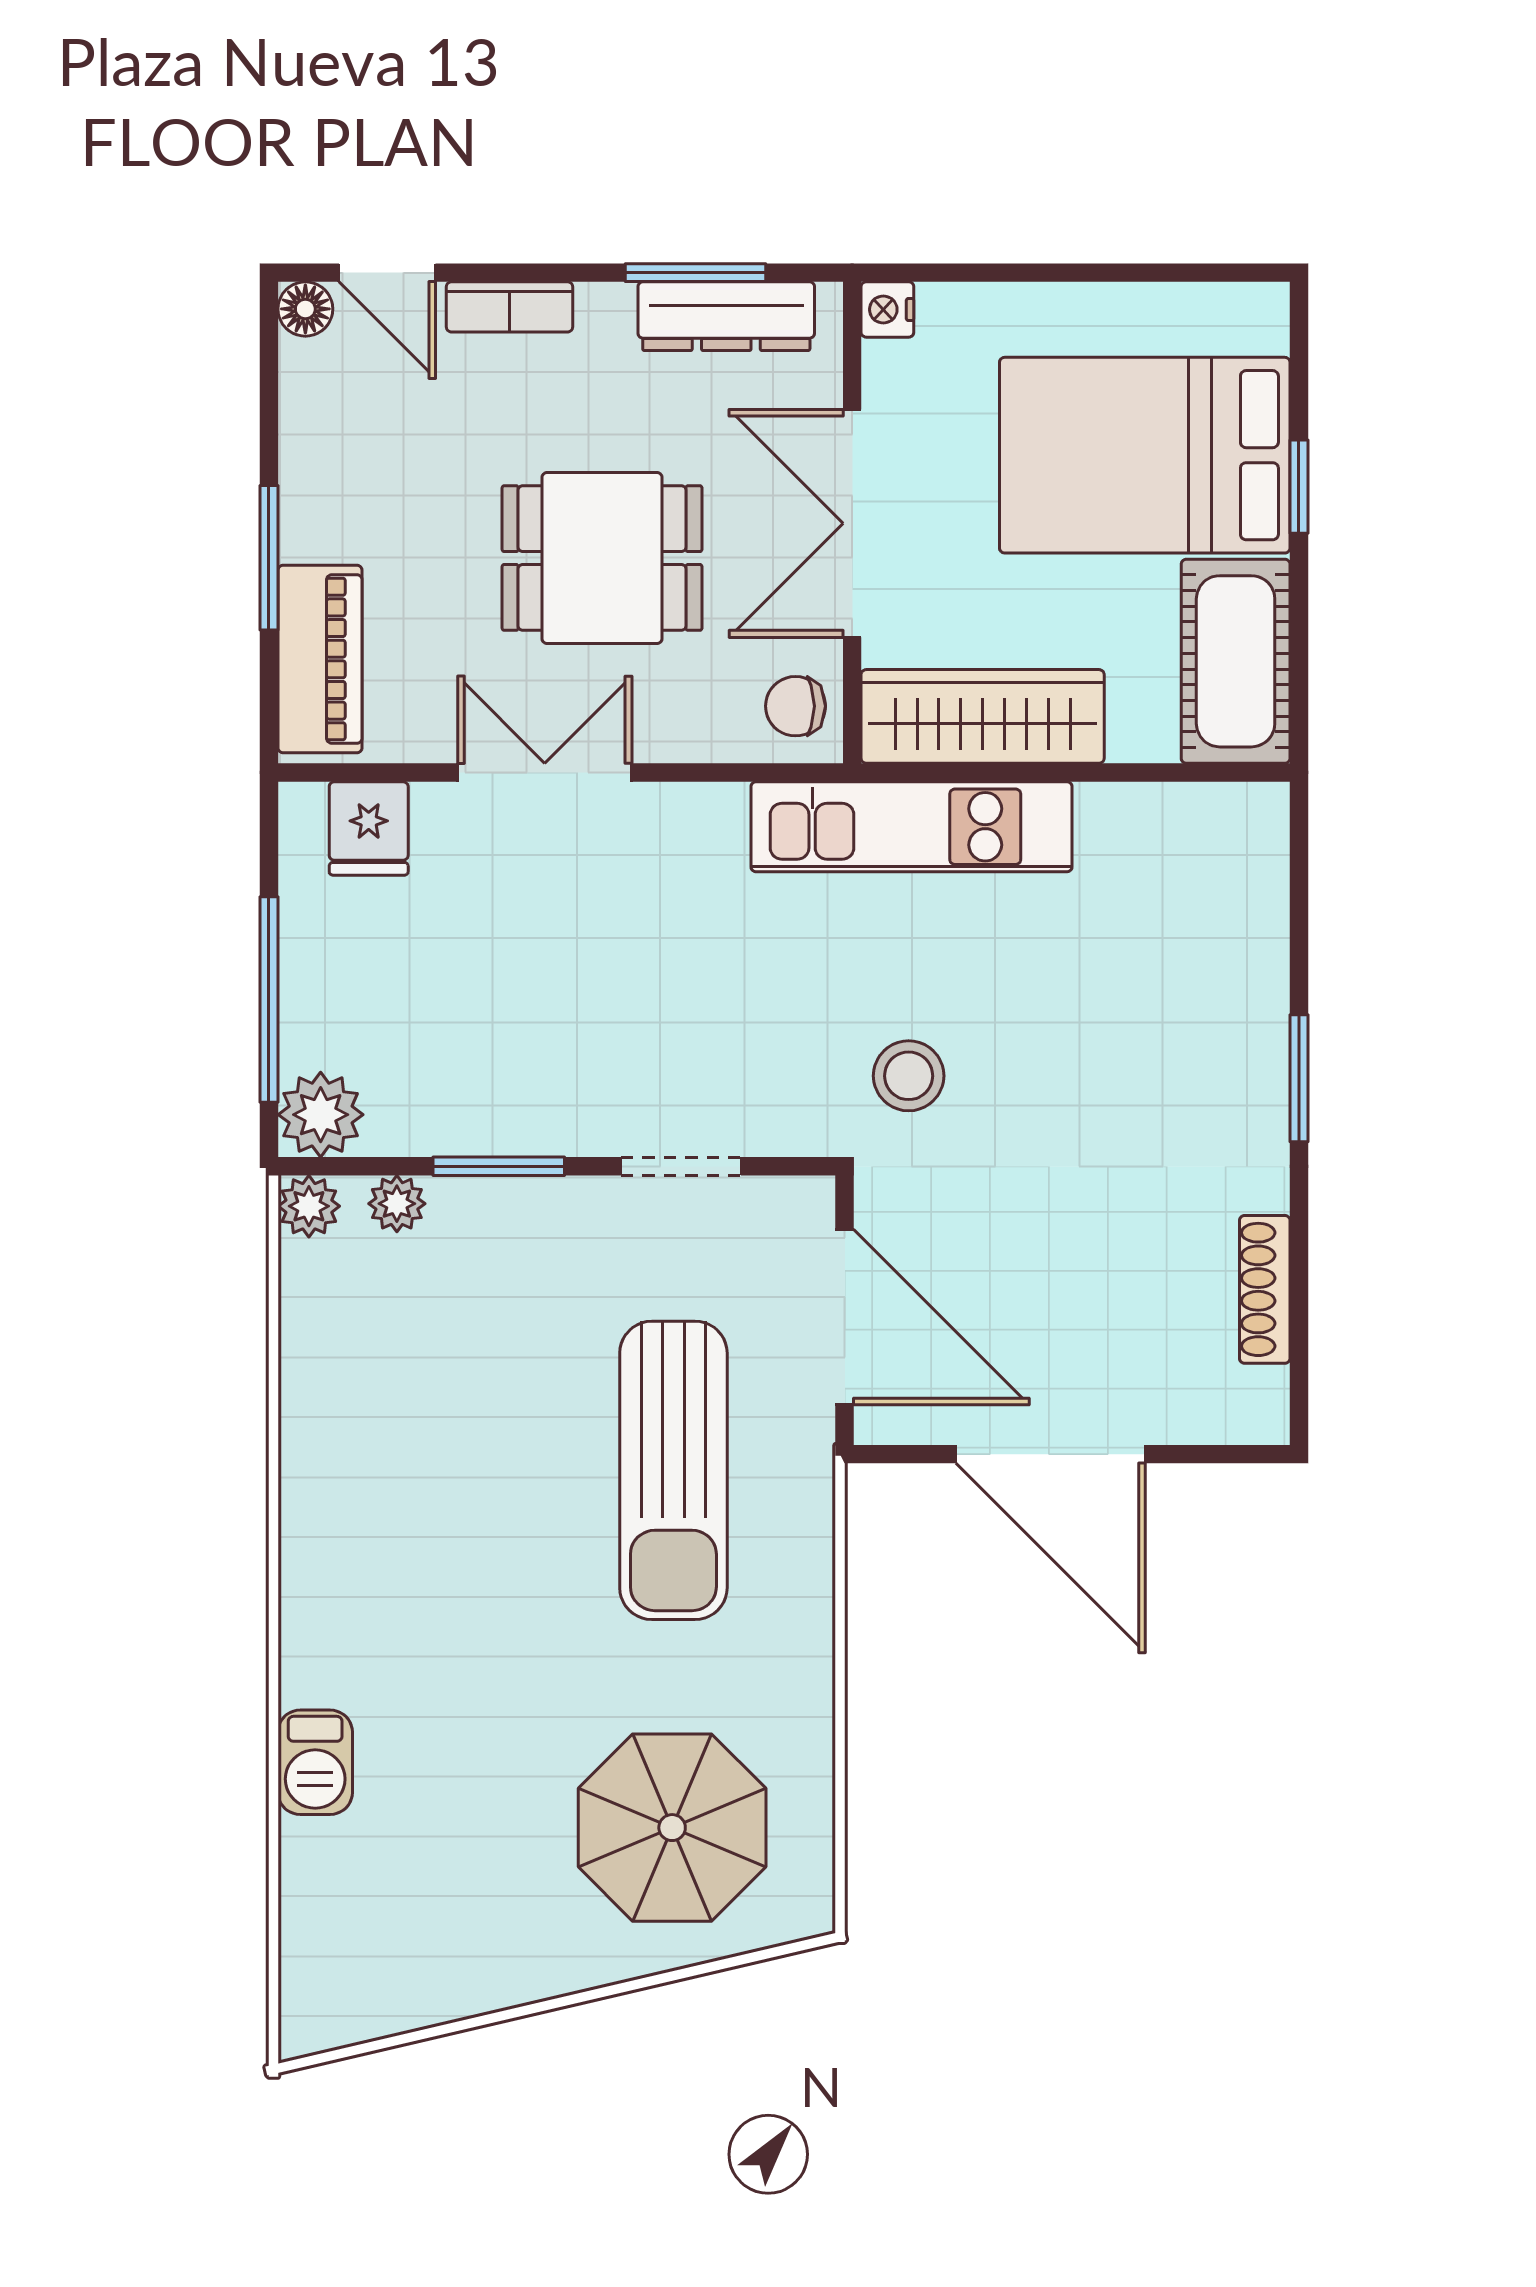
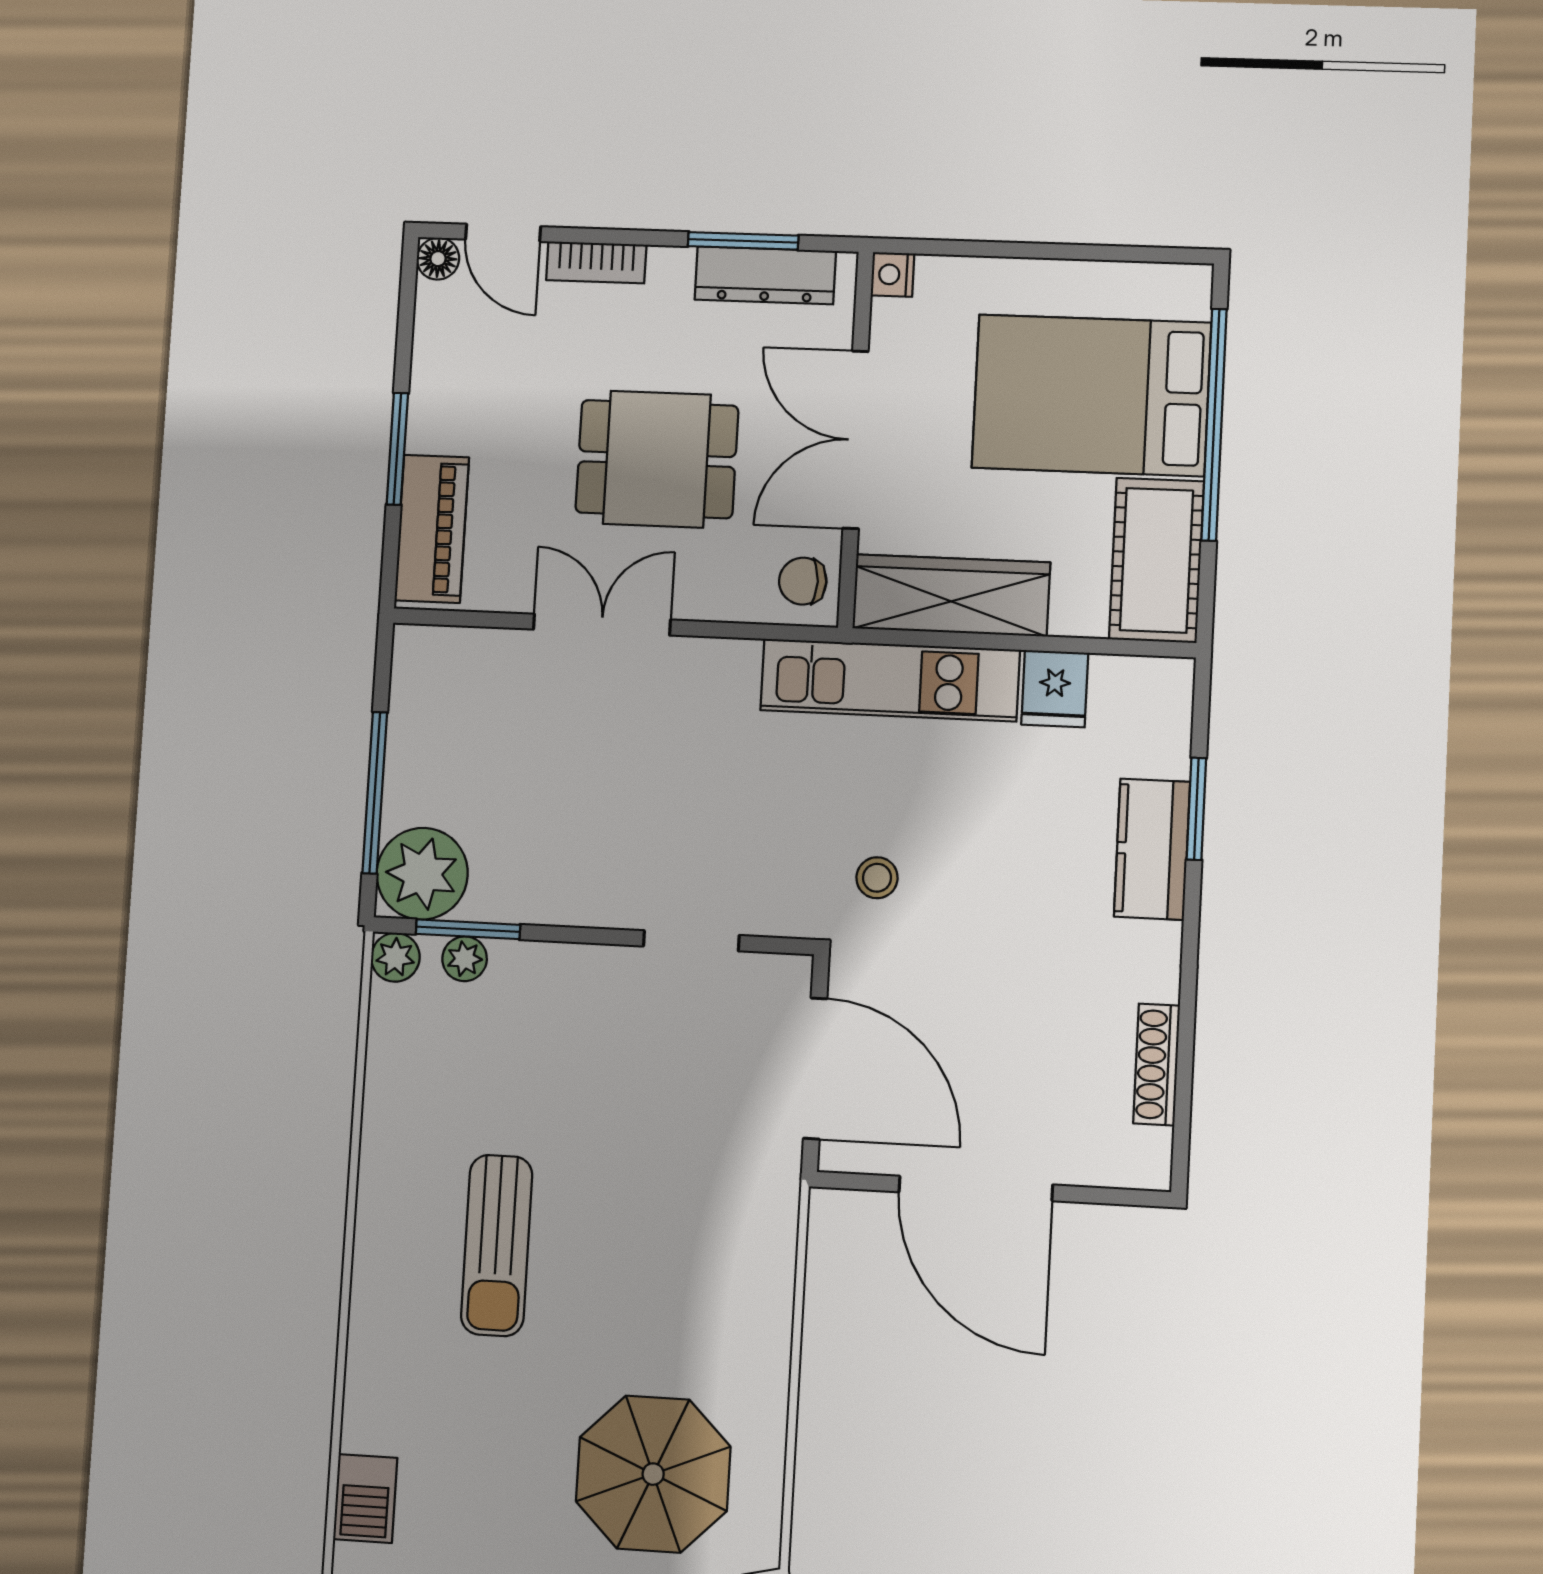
window: (1299, 487) -> (1214, 425), width x3.17
fridge: (369, 828) -> (1055, 689), moved
kitchen counter: (1247, 1023) -> (1152, 849), added
stool: (909, 1076) -> (877, 878), width x0.73, depth x0.73
window: (1299, 1078) -> (1196, 809), moved
plant: (321, 1115) -> (422, 874), width x1.36, depth x1.36
window: (499, 1166) -> (468, 929), moved
sun lounger: (673, 1470) -> (497, 1245), moved, width x0.73, depth x0.75
barbecue: (315, 1762) -> (365, 1498), moved

